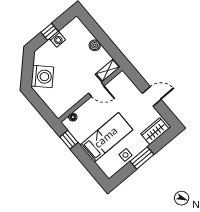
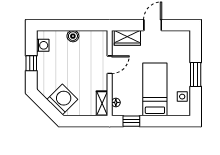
washing machine: (57, 39) -> (43, 45), moved
shelving: (108, 70) -> (102, 103), moved
wardrobe: (155, 131) -> (127, 38), moved, turned -90
side table: (125, 155) -> (182, 97), moved

